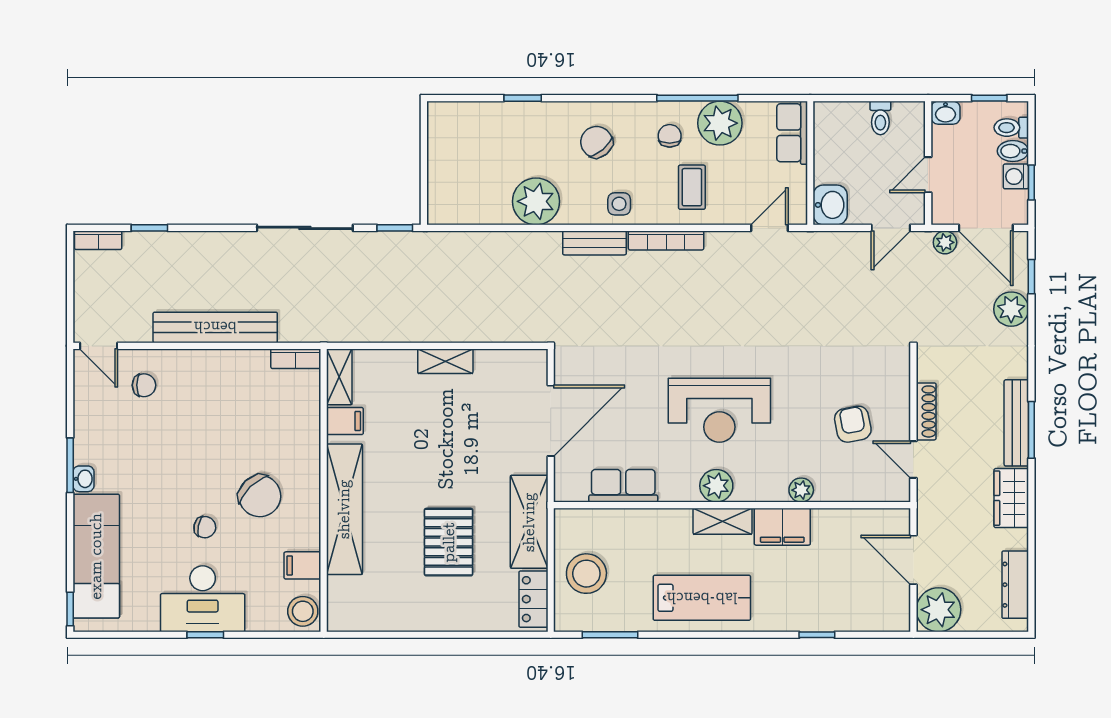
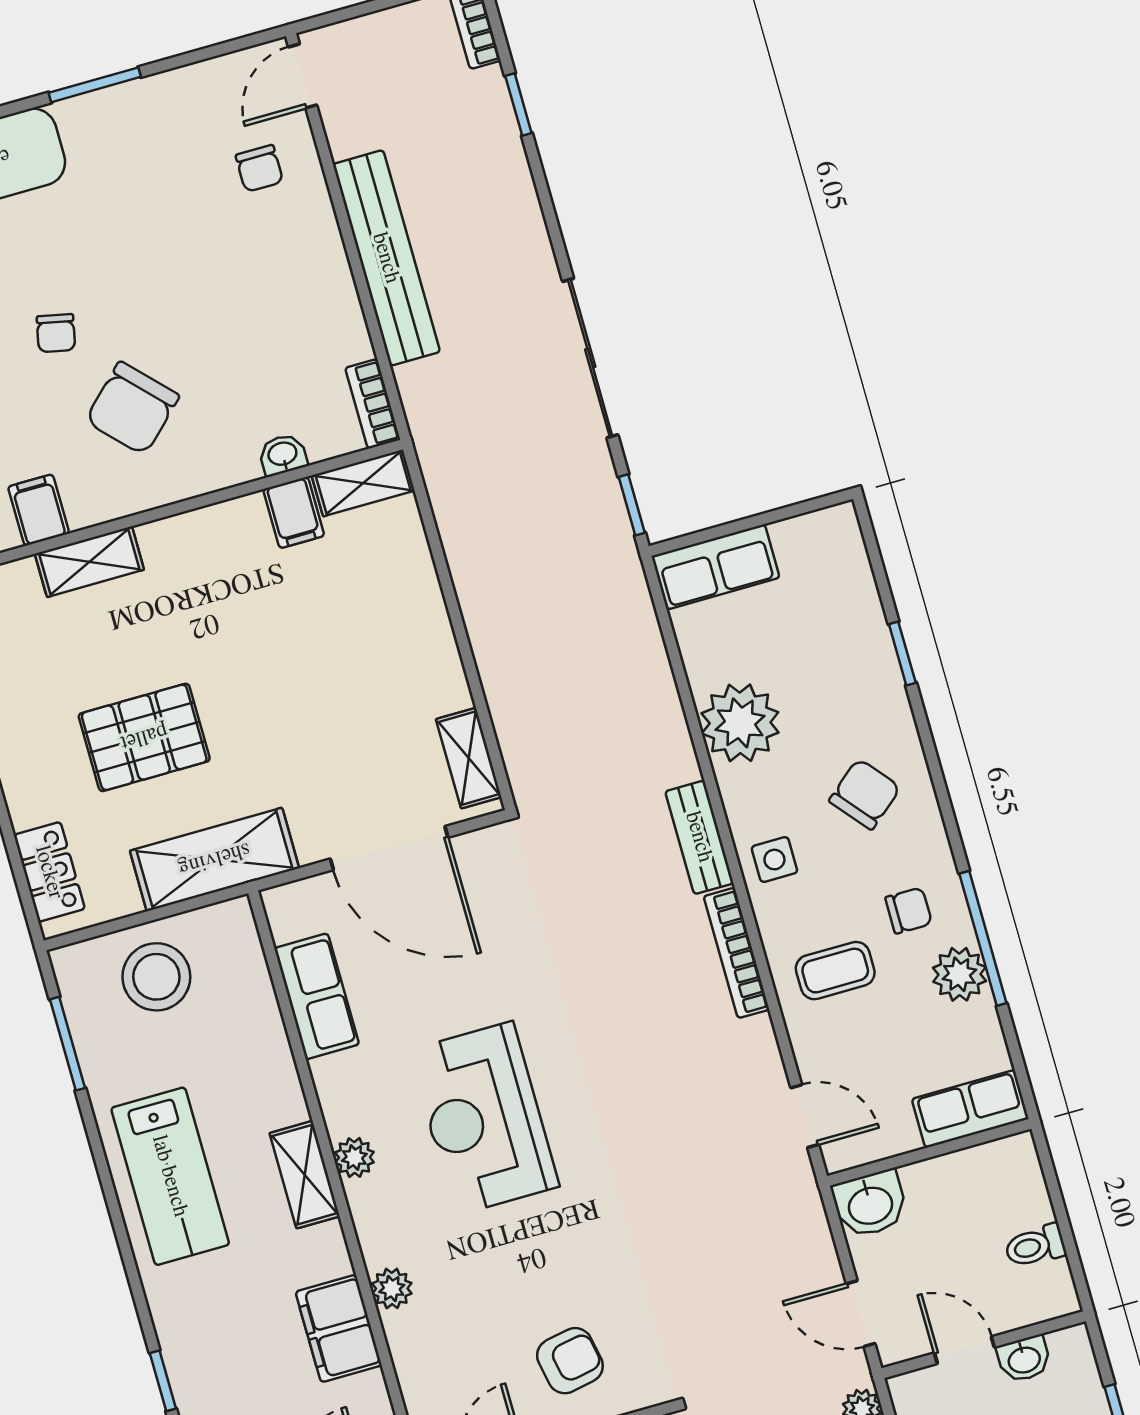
washbasin: (946, 113) -> (1024, 1359), moved, turned -90
plant: (720, 123) -> (959, 974), width x0.73, depth x0.73
row of seats: (443, 190) -> (716, 567), added
shelving: (445, 361) -> (469, 758), moved
armchair: (853, 424) -> (570, 1361), moved
washbasin: (83, 479) -> (283, 455), moved, turned 180
plant: (716, 486) -> (354, 1157), width x0.73, depth x0.73
shelving: (344, 509) -> (89, 562), width x0.45, depth x0.75
filing cabinet: (782, 527) -> (339, 1329), moved
locker: (533, 599) -> (49, 872), moved, turned 90

